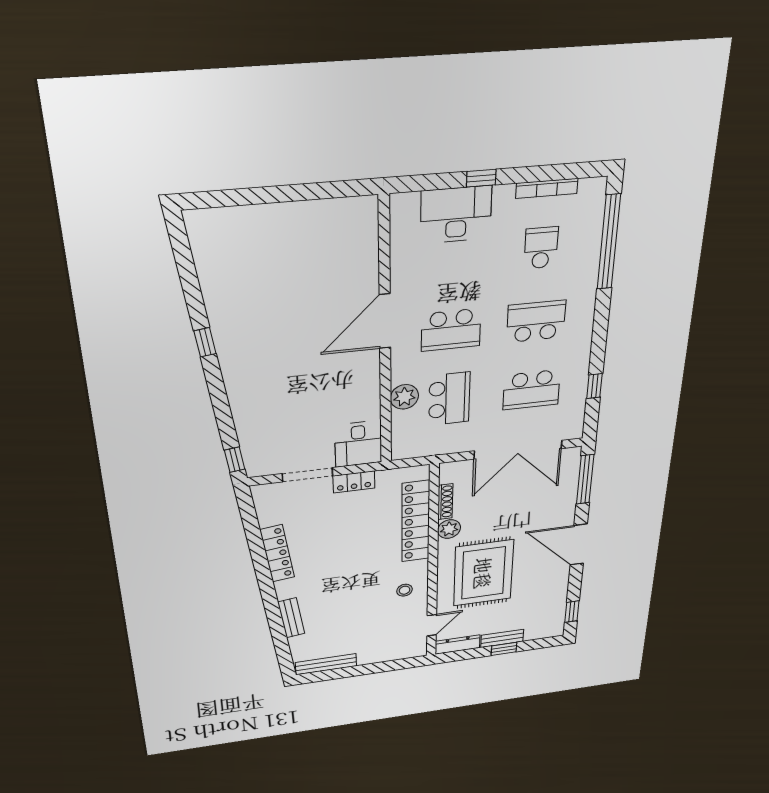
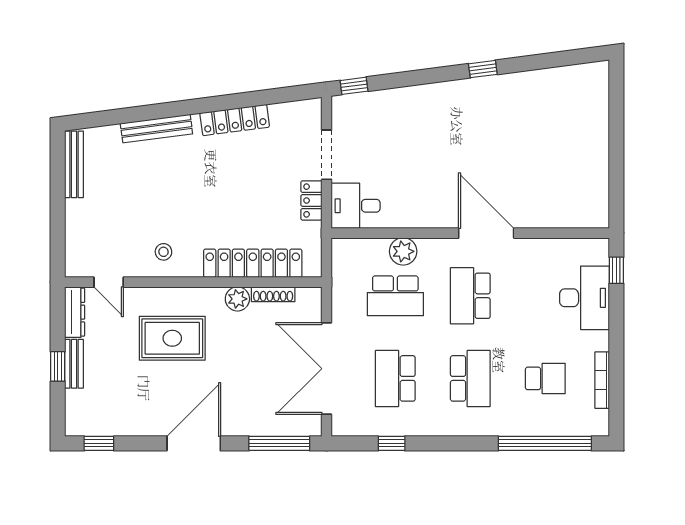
window: (481, 178) -> (616, 270), moved
rug: (483, 573) -> (172, 338), width x0.73, depth x0.69
bench: (291, 618) -> (156, 129), width x1.36

